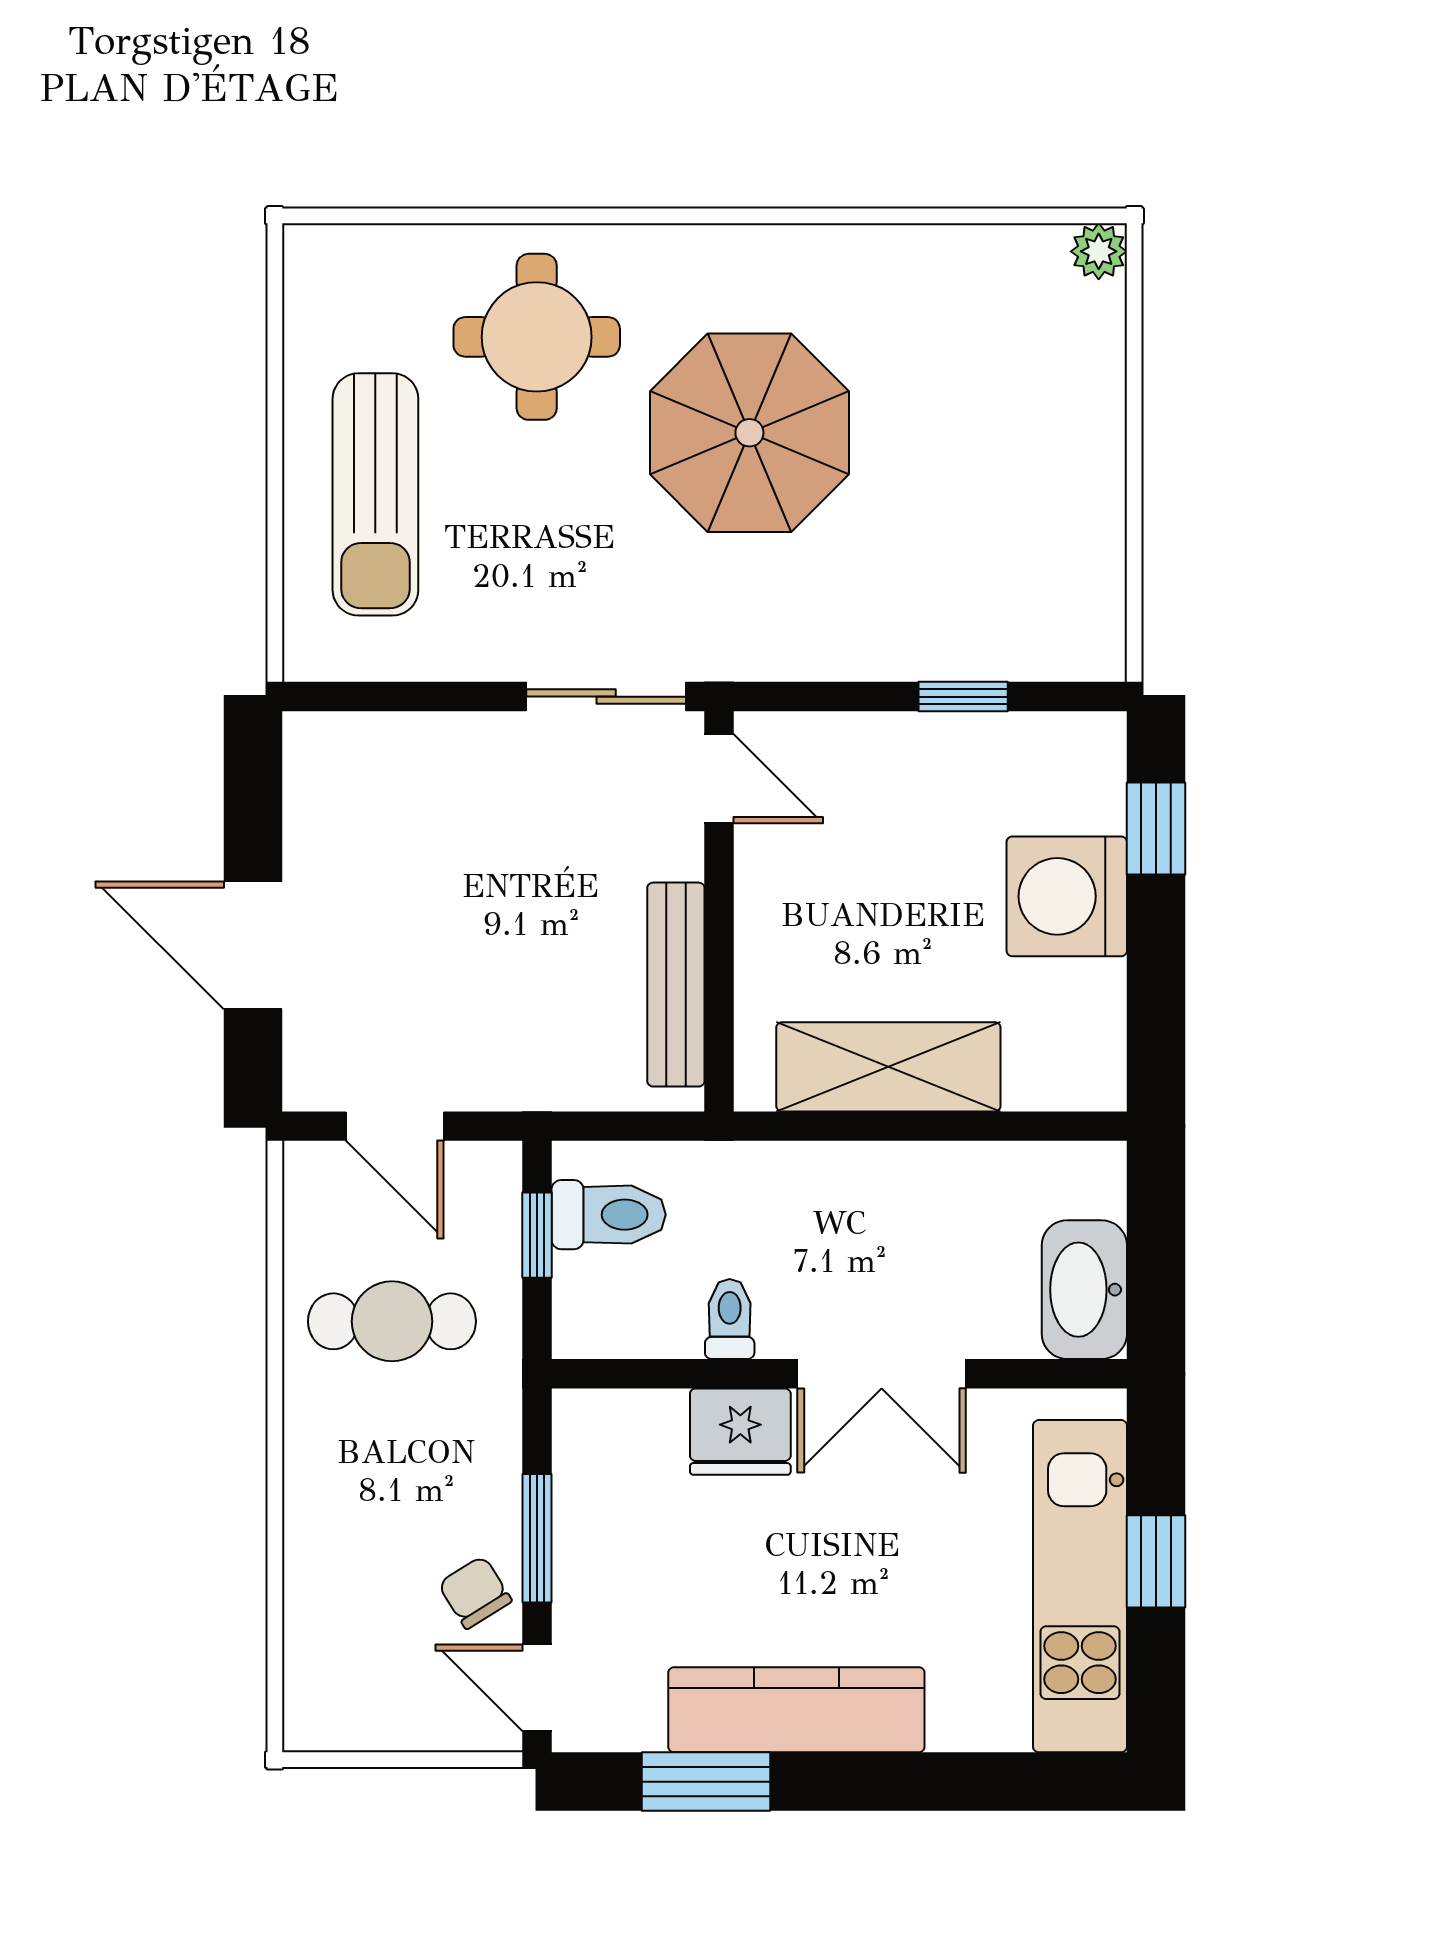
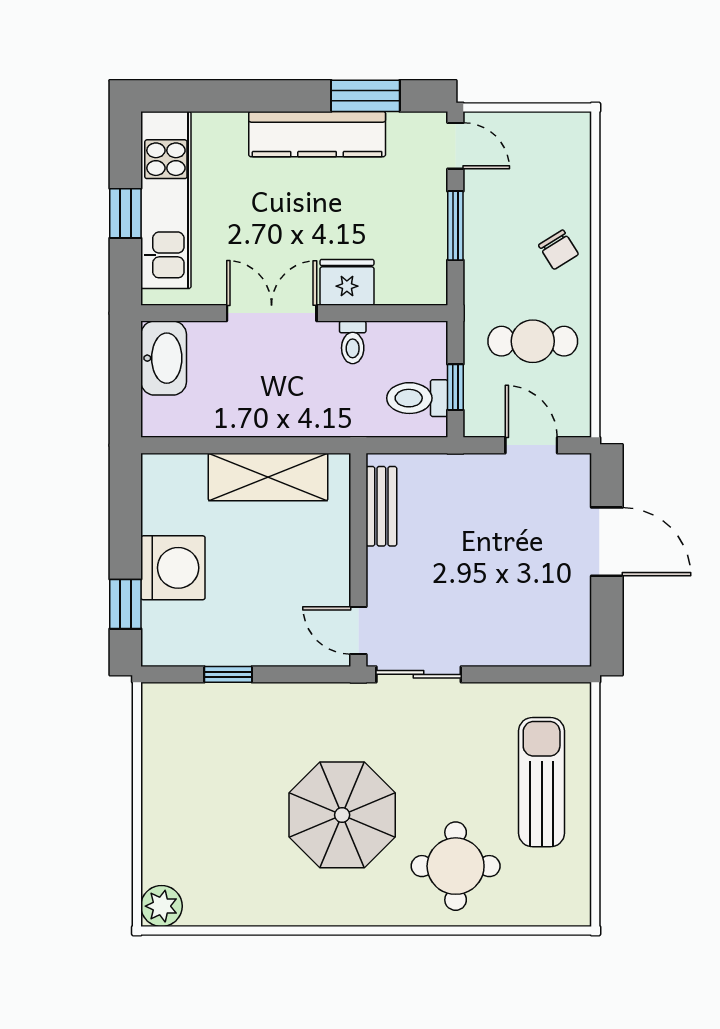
plant: (1099, 251) -> (162, 906), width x1.38, depth x1.38
bench: (676, 985) -> (381, 506), width x0.73
chair: (475, 1592) -> (558, 250), moved

